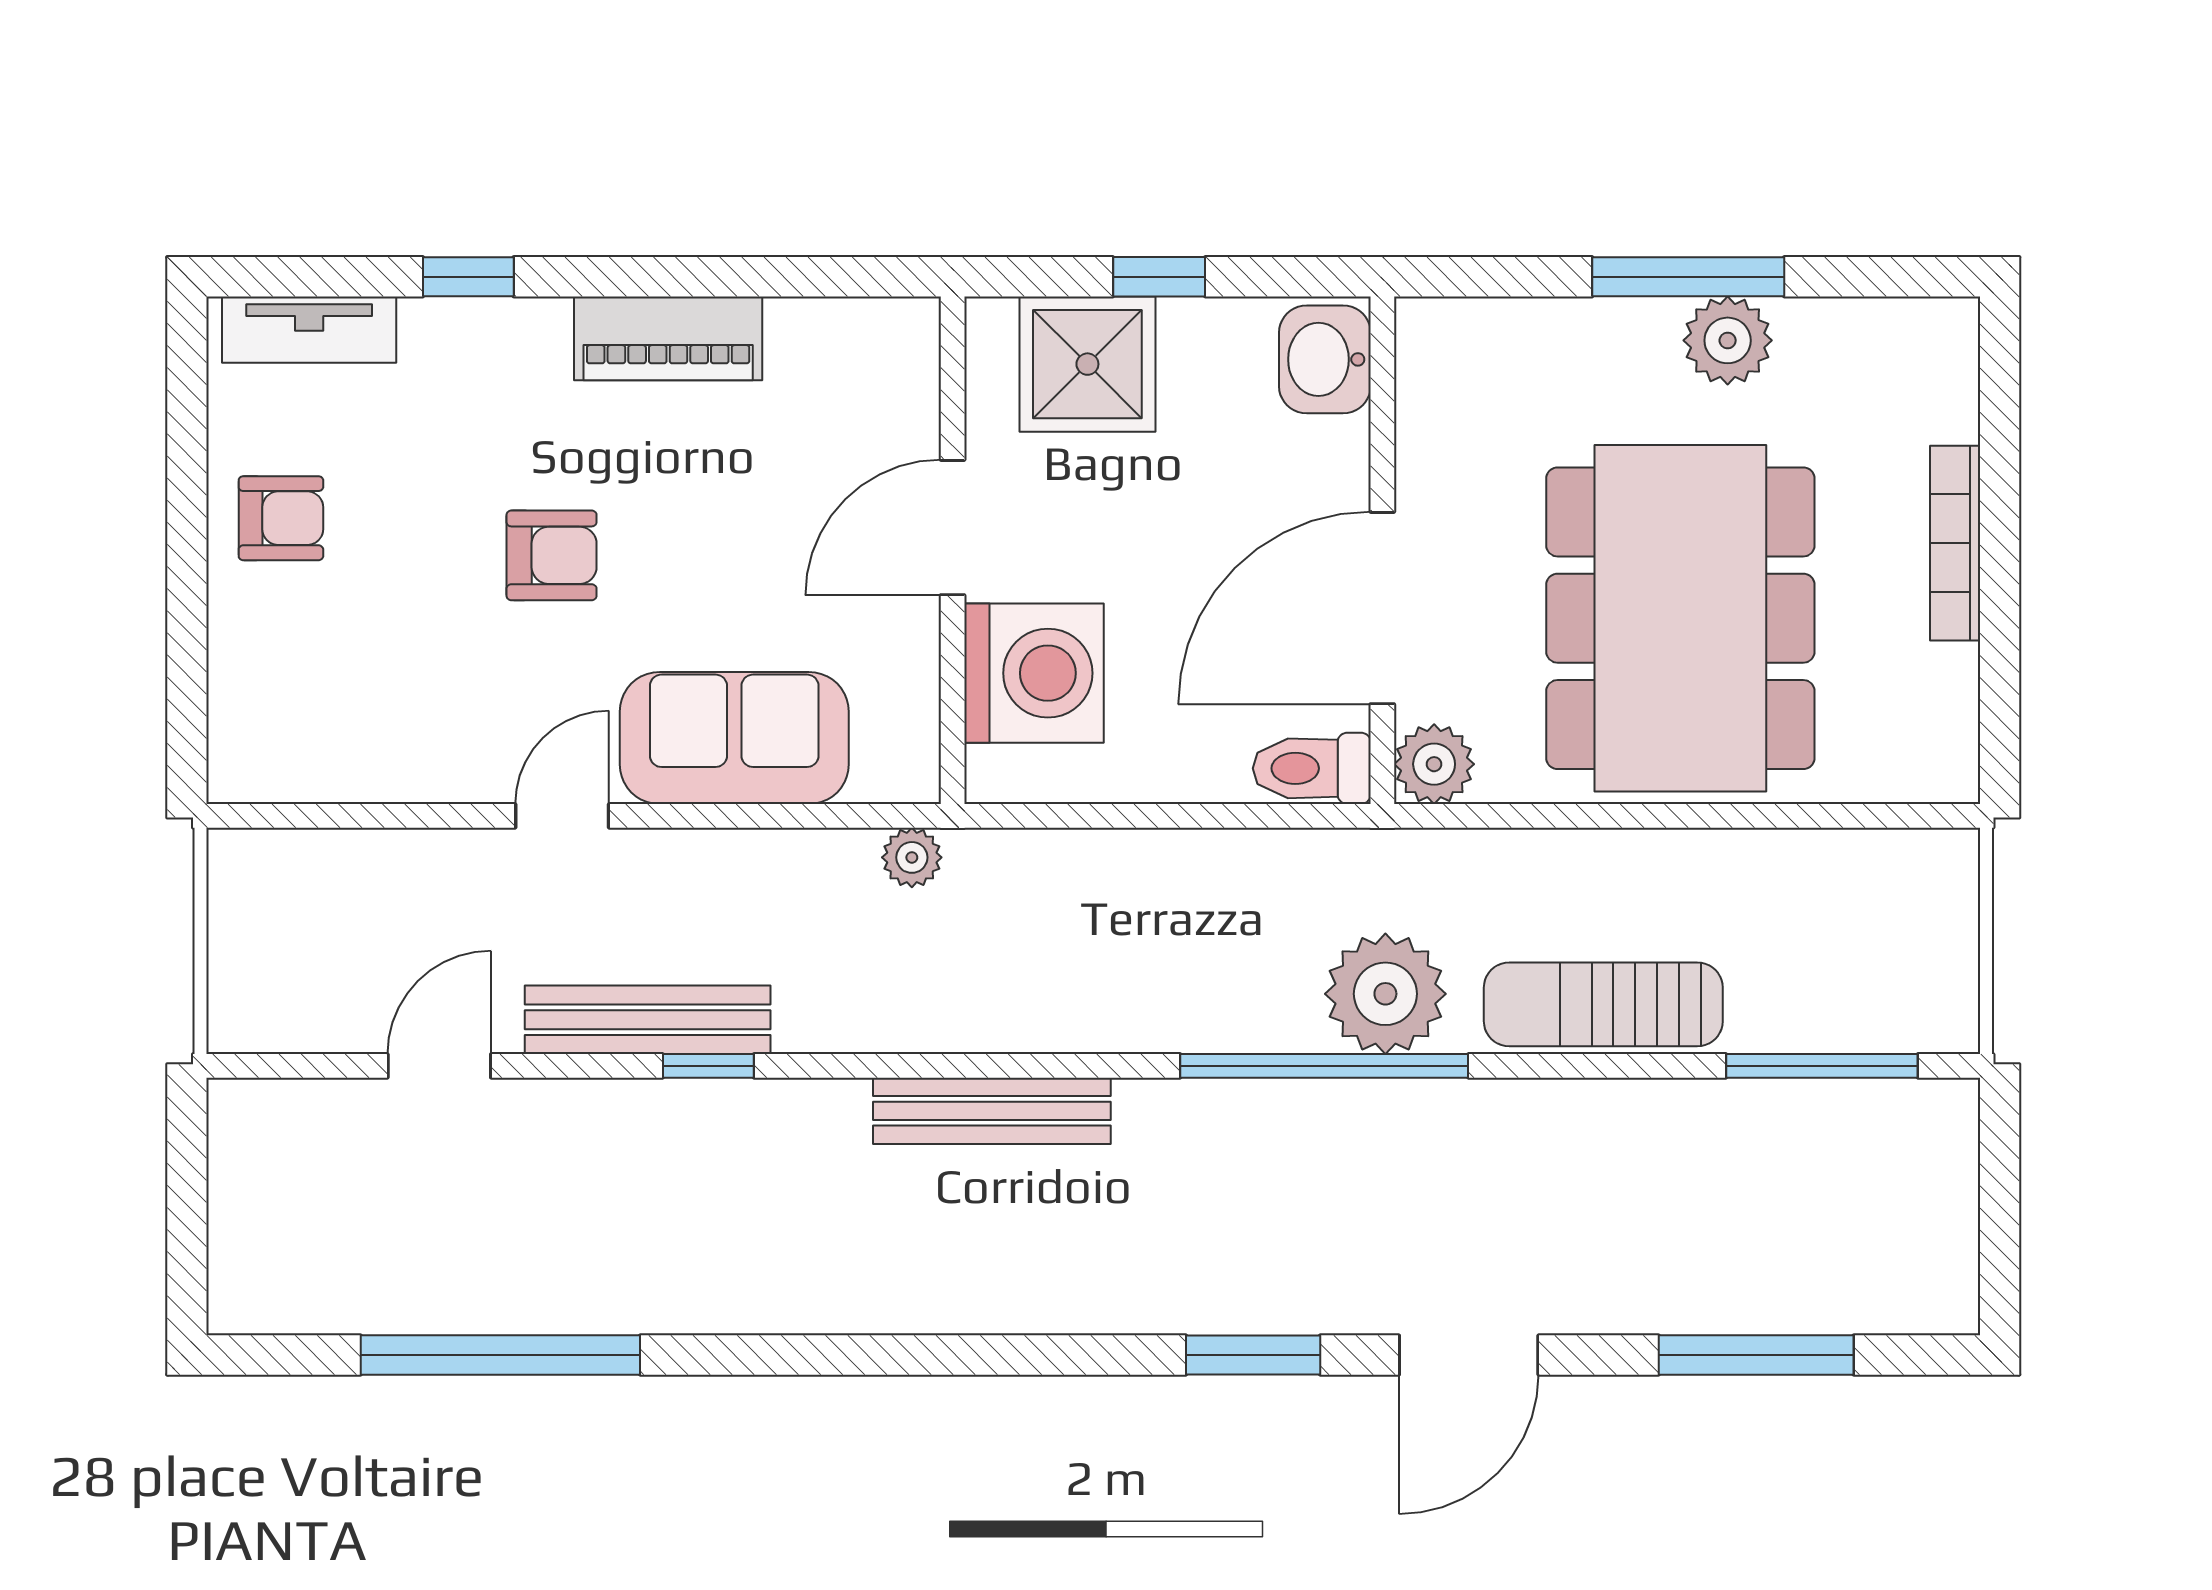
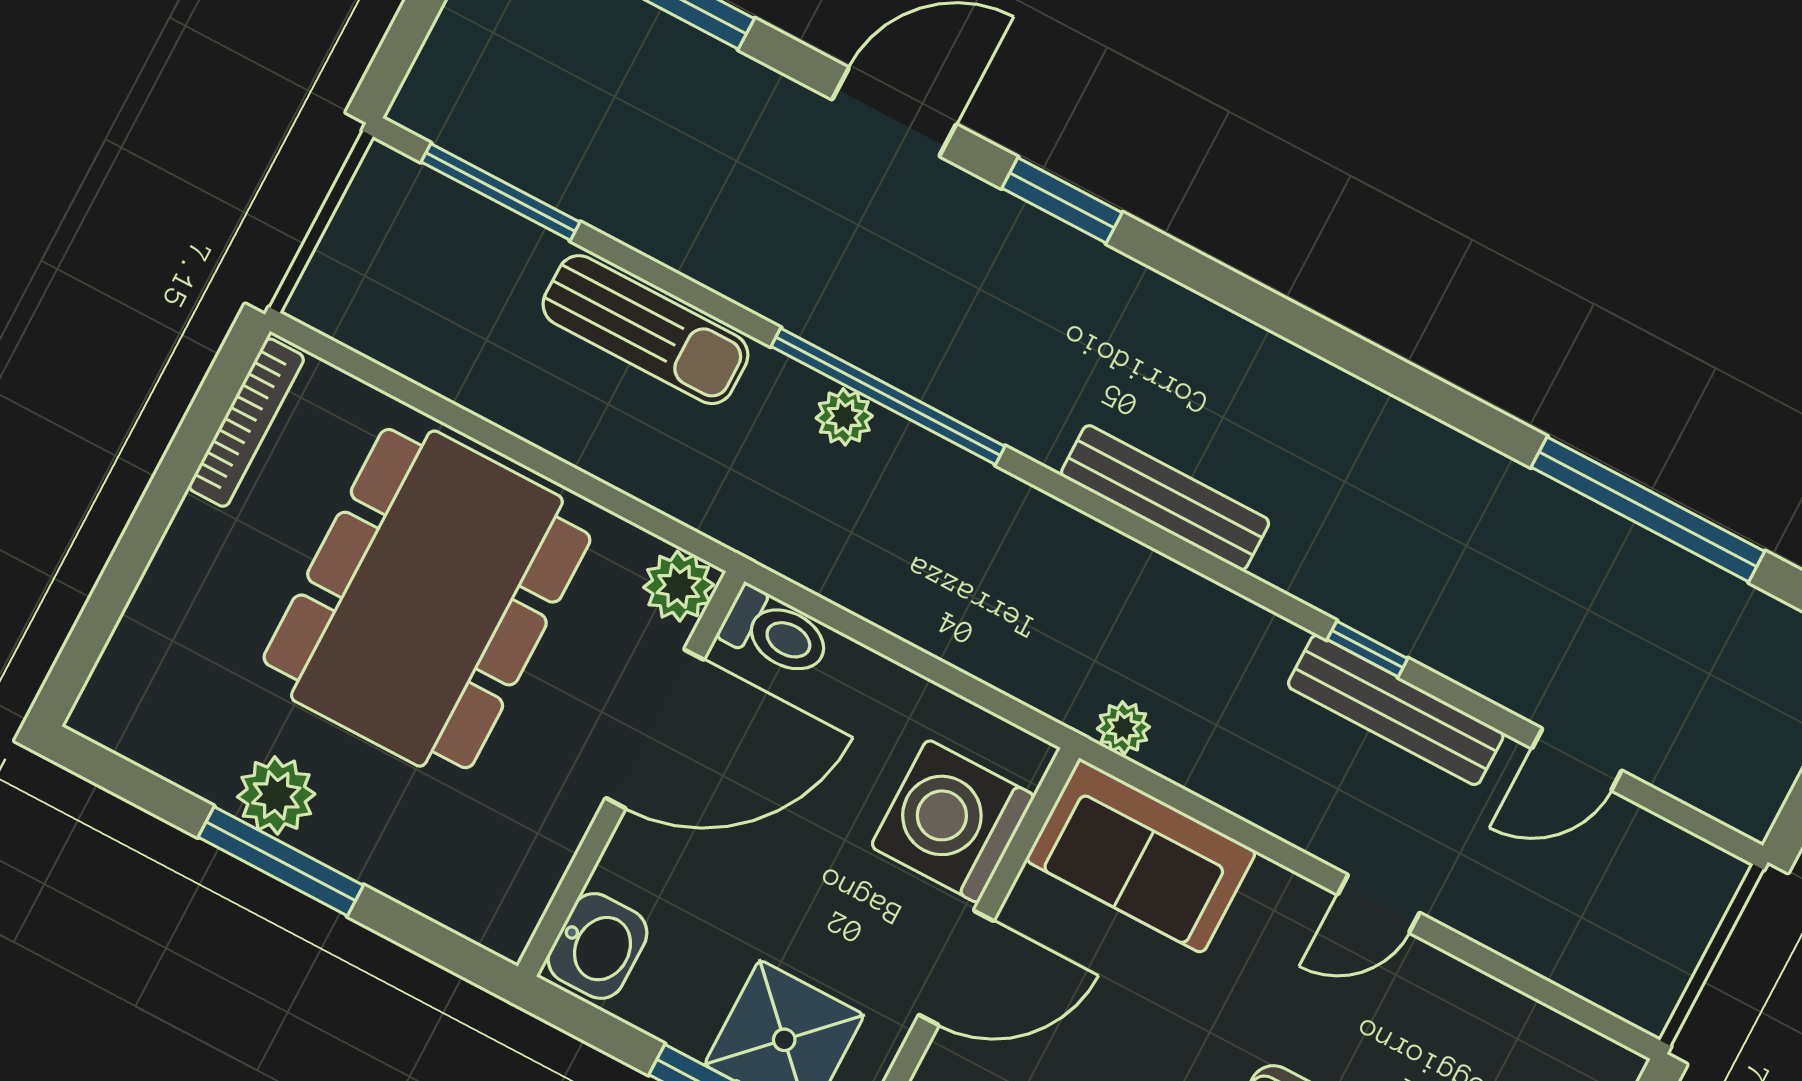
bookcase: (1955, 543) -> (246, 423), moved
sofa: (734, 738) -> (1141, 856), moved
plant: (1385, 994) -> (844, 417), width x0.53, depth x0.53

